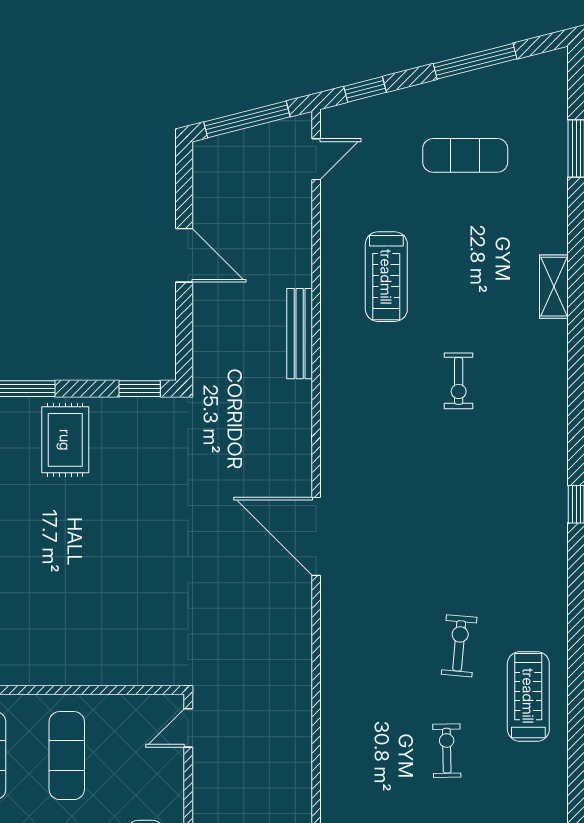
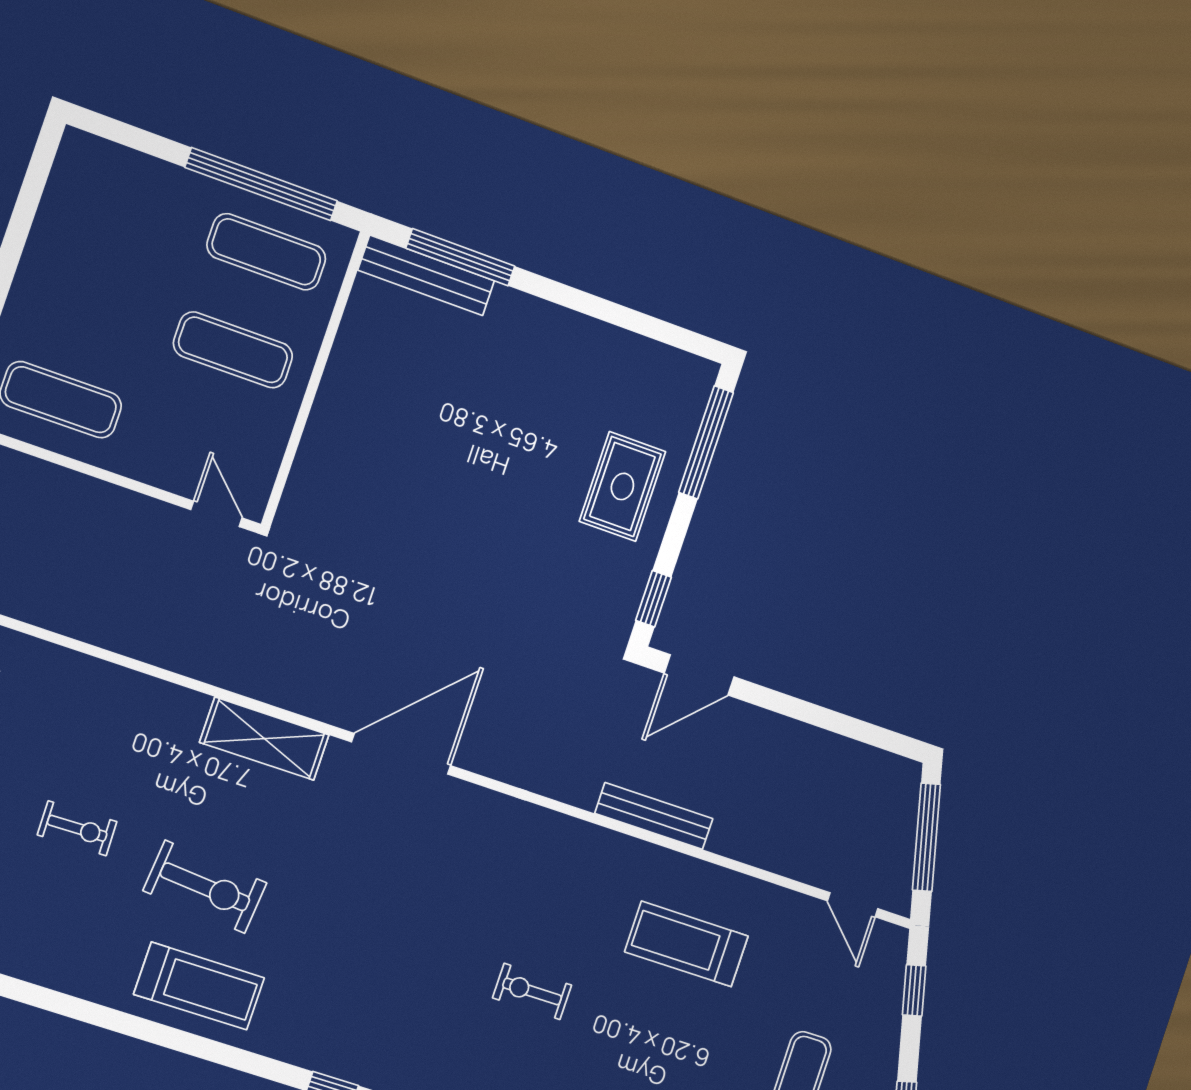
door: (184, 255) -> (699, 675), moved
rug: (65, 440) -> (622, 486), turned 90
shelving: (338, 639) -> (264, 739), added
exercise bike: (459, 646) -> (205, 887), width x1.38, depth x1.39
treadmill: (528, 696) -> (199, 986), moved

